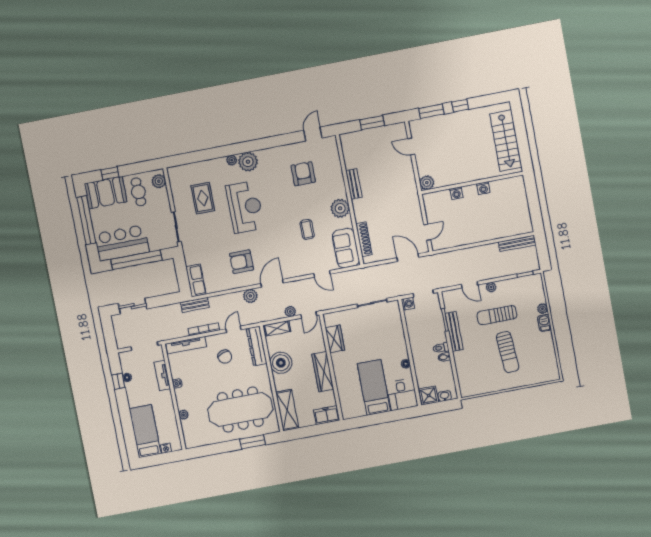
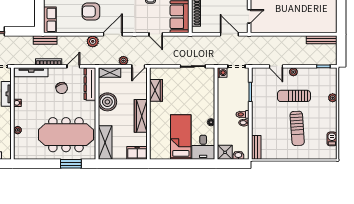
barbecue: (544, 323) -> (332, 139), moved
bench: (454, 331) -> (256, 147), moved, width x0.73

